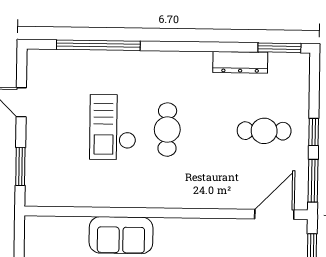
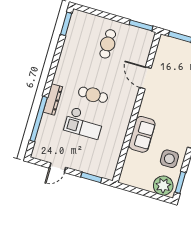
dresser: (240, 62) -> (53, 99), moved
window: (314, 132) -> (115, 18), removed
door: (274, 214) -> (145, 78), moved

